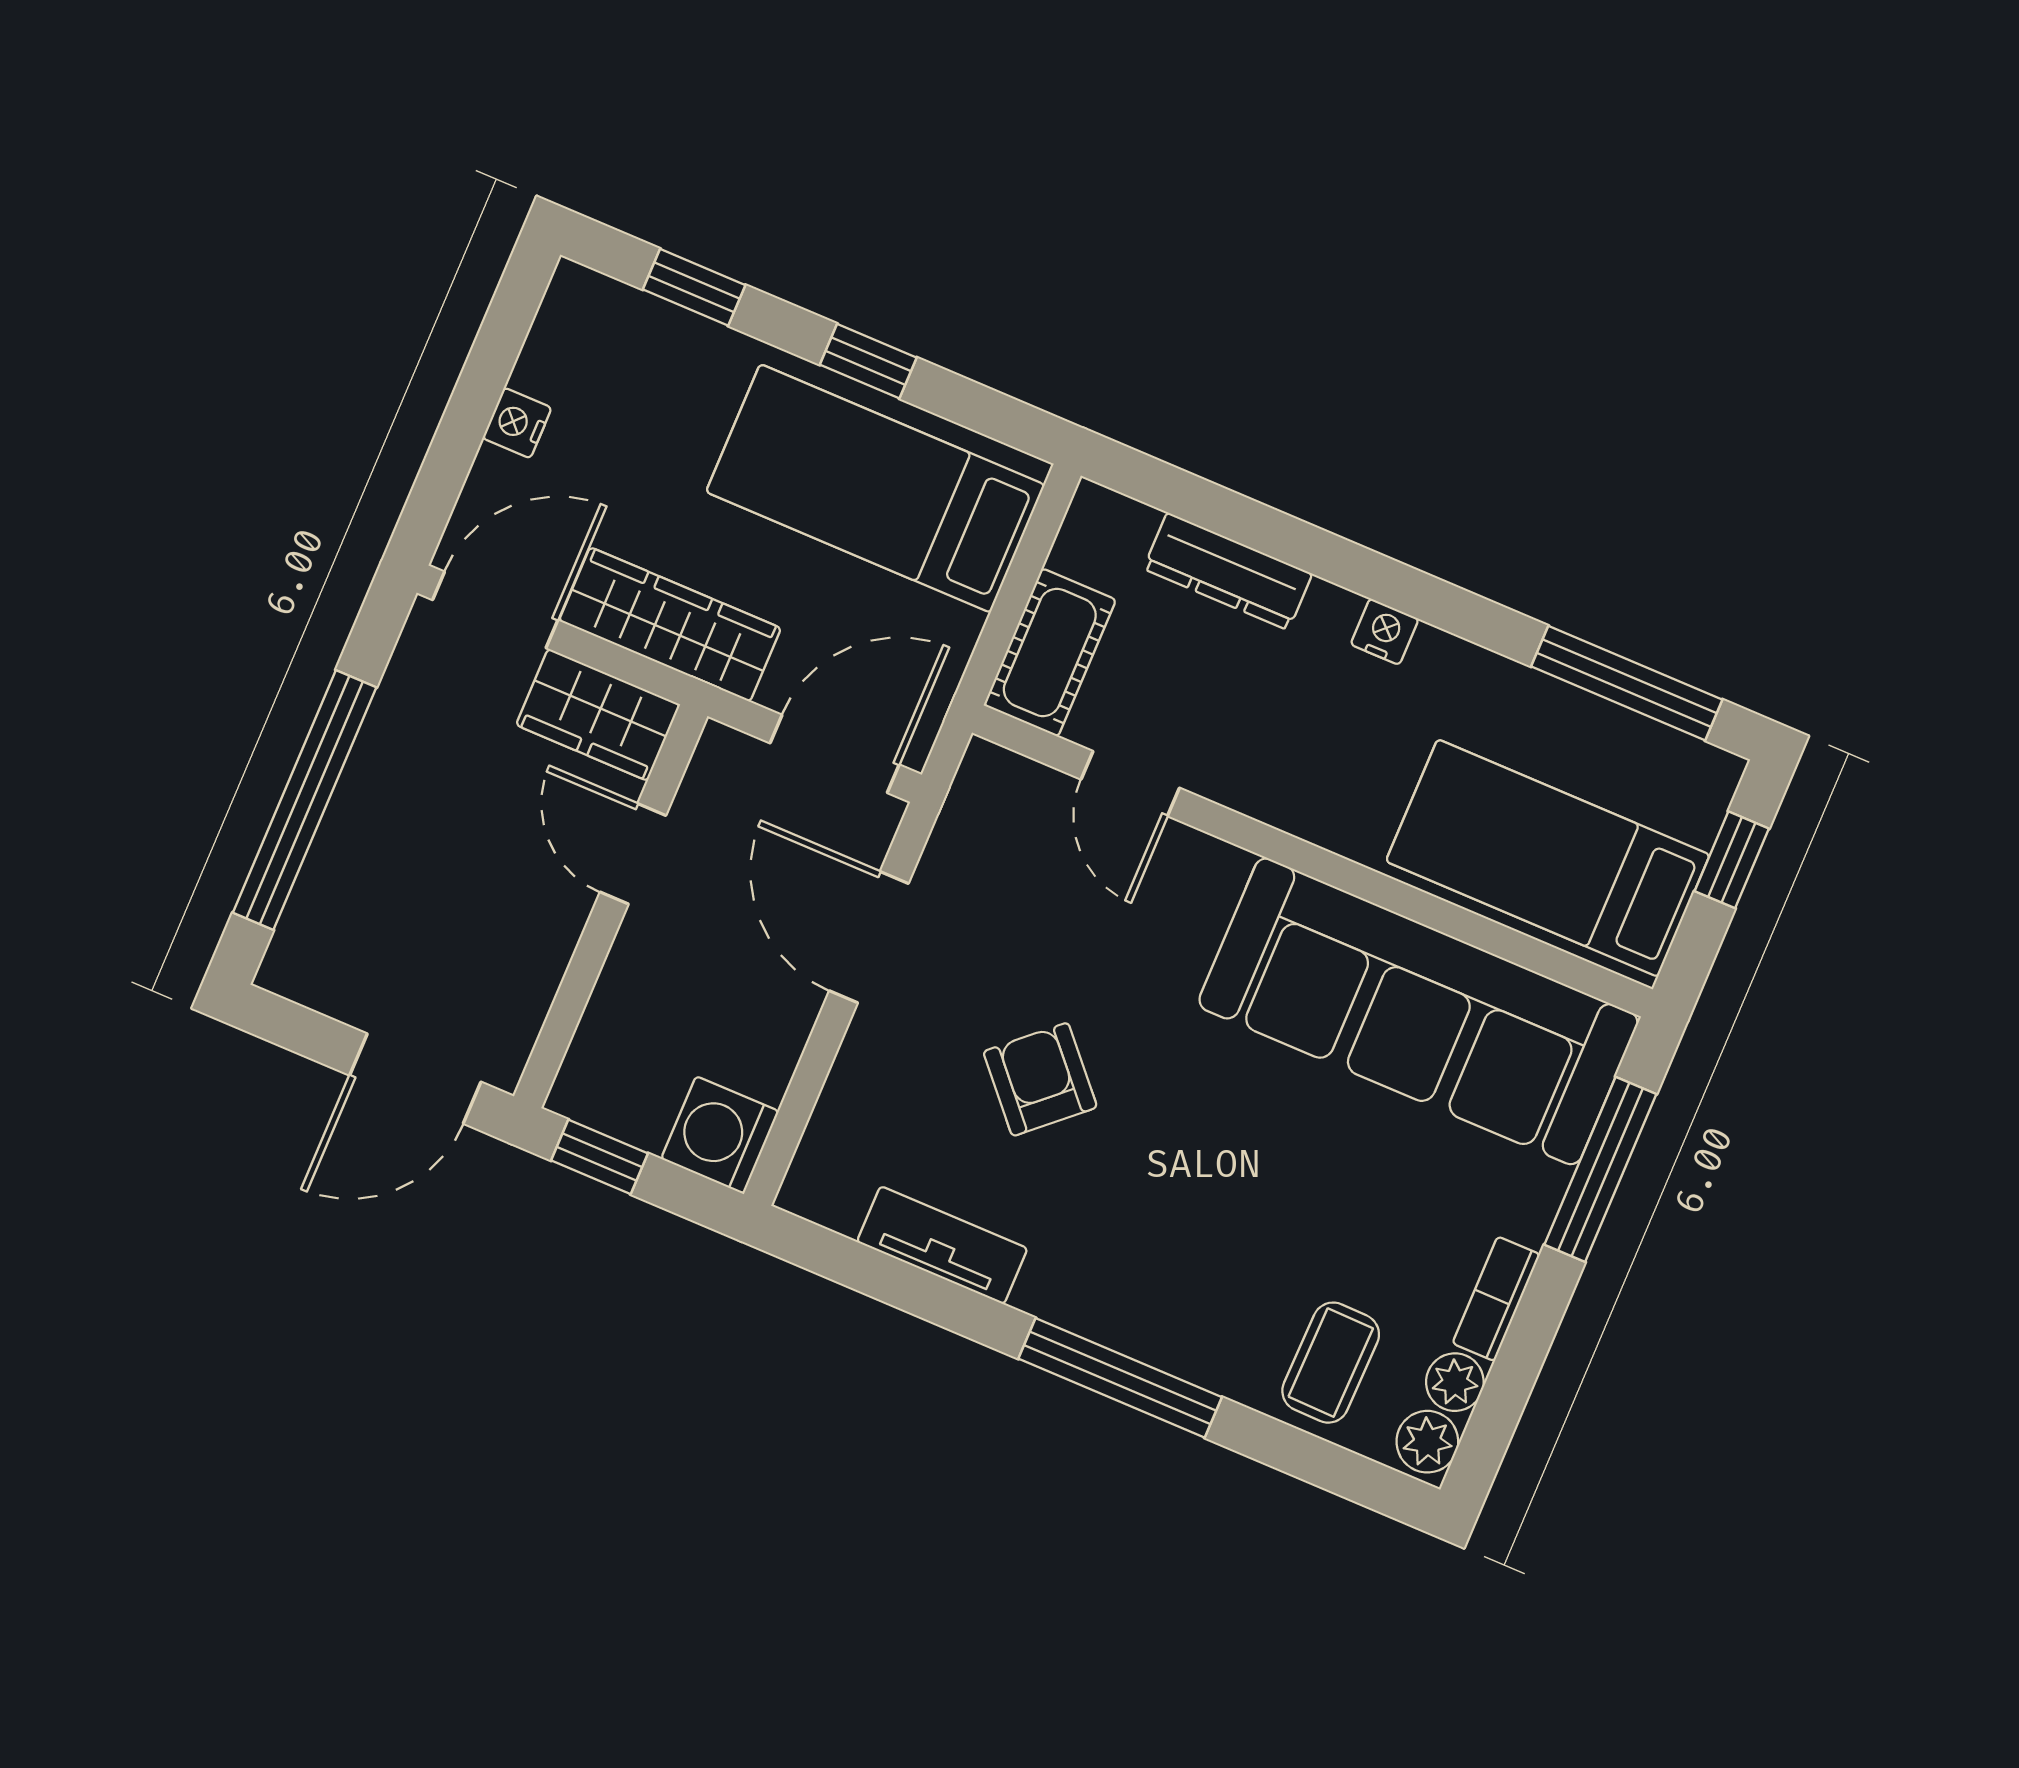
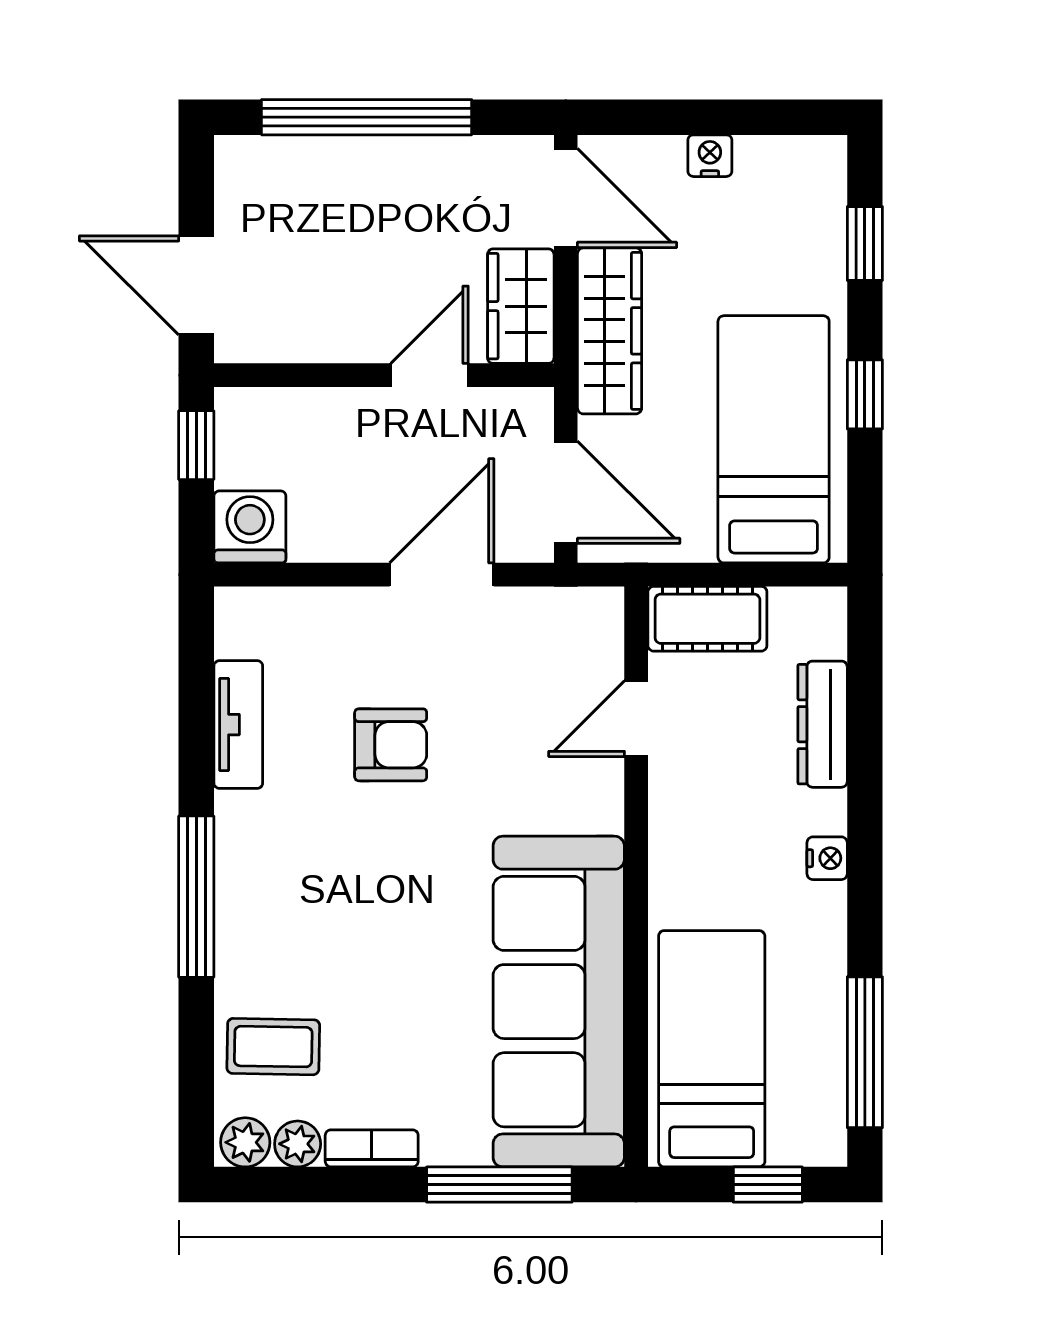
armchair: (1040, 1079) -> (391, 745), turned 42

